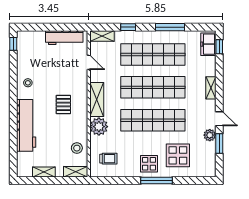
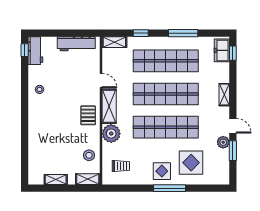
door: (89, 62) -> (101, 80), moved
pallet: (63, 105) -> (88, 115), moved
workbench: (26, 125) -> (35, 51), moved, width x0.53, depth x0.76

